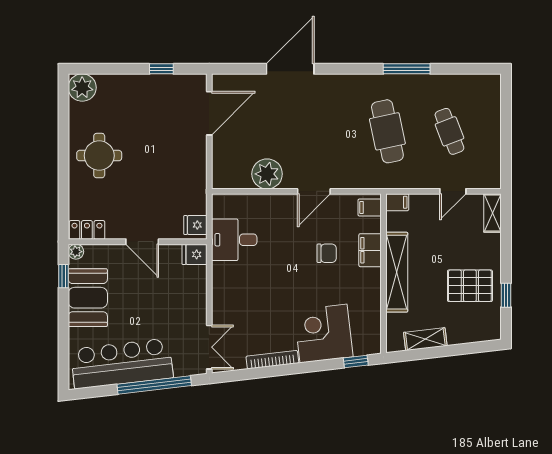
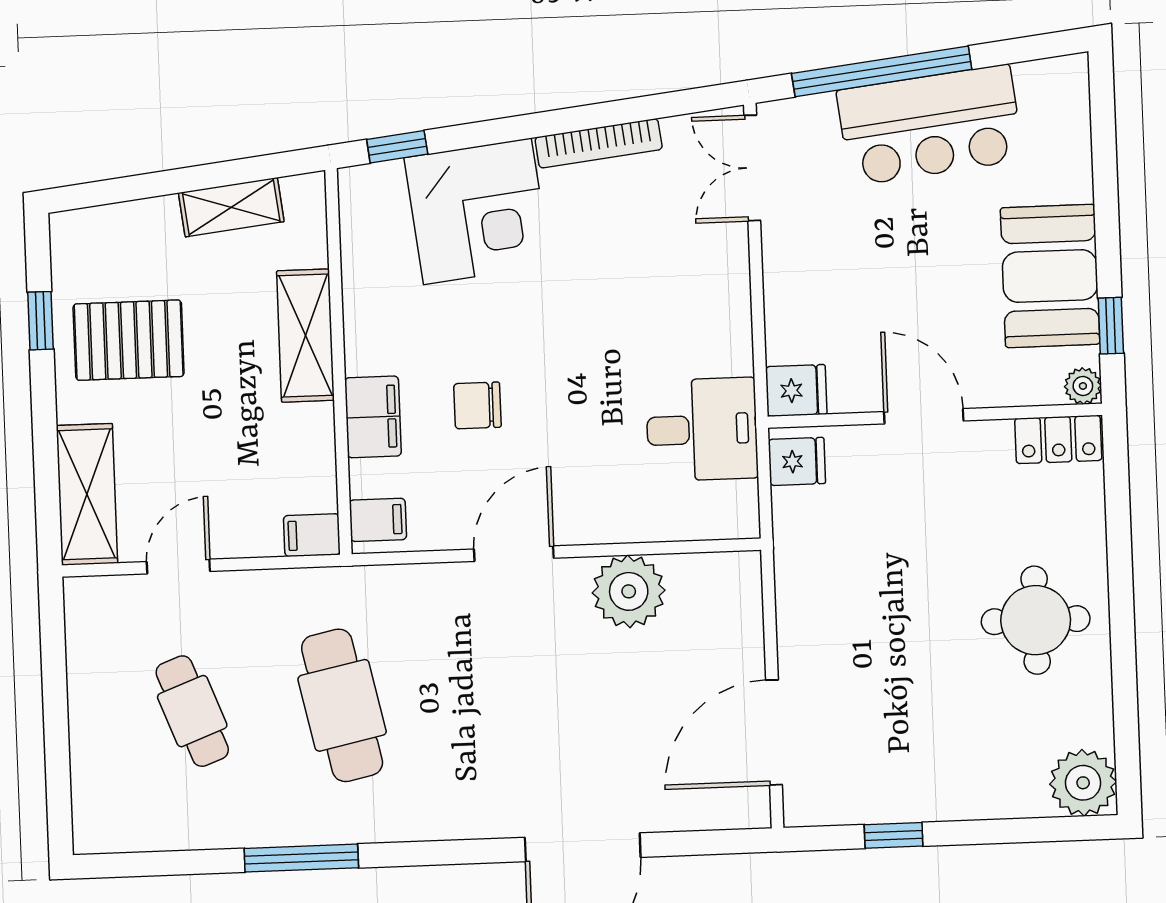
shelving: (492, 213) -> (87, 494), width x1.50, depth x1.33
shelving: (397, 272) -> (305, 336), width x0.68
bar counter: (122, 363) -> (930, 125), width x0.73

